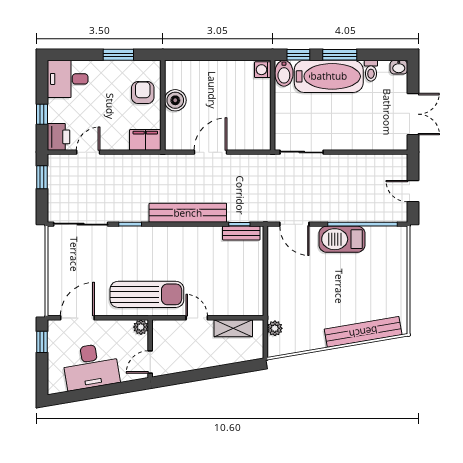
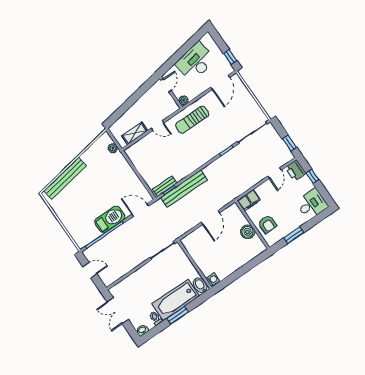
window: (298, 55) -> (199, 300), removed
bench: (188, 213) -> (184, 189), moved
sun lounger: (147, 294) -> (192, 120), width x0.73, depth x0.75

